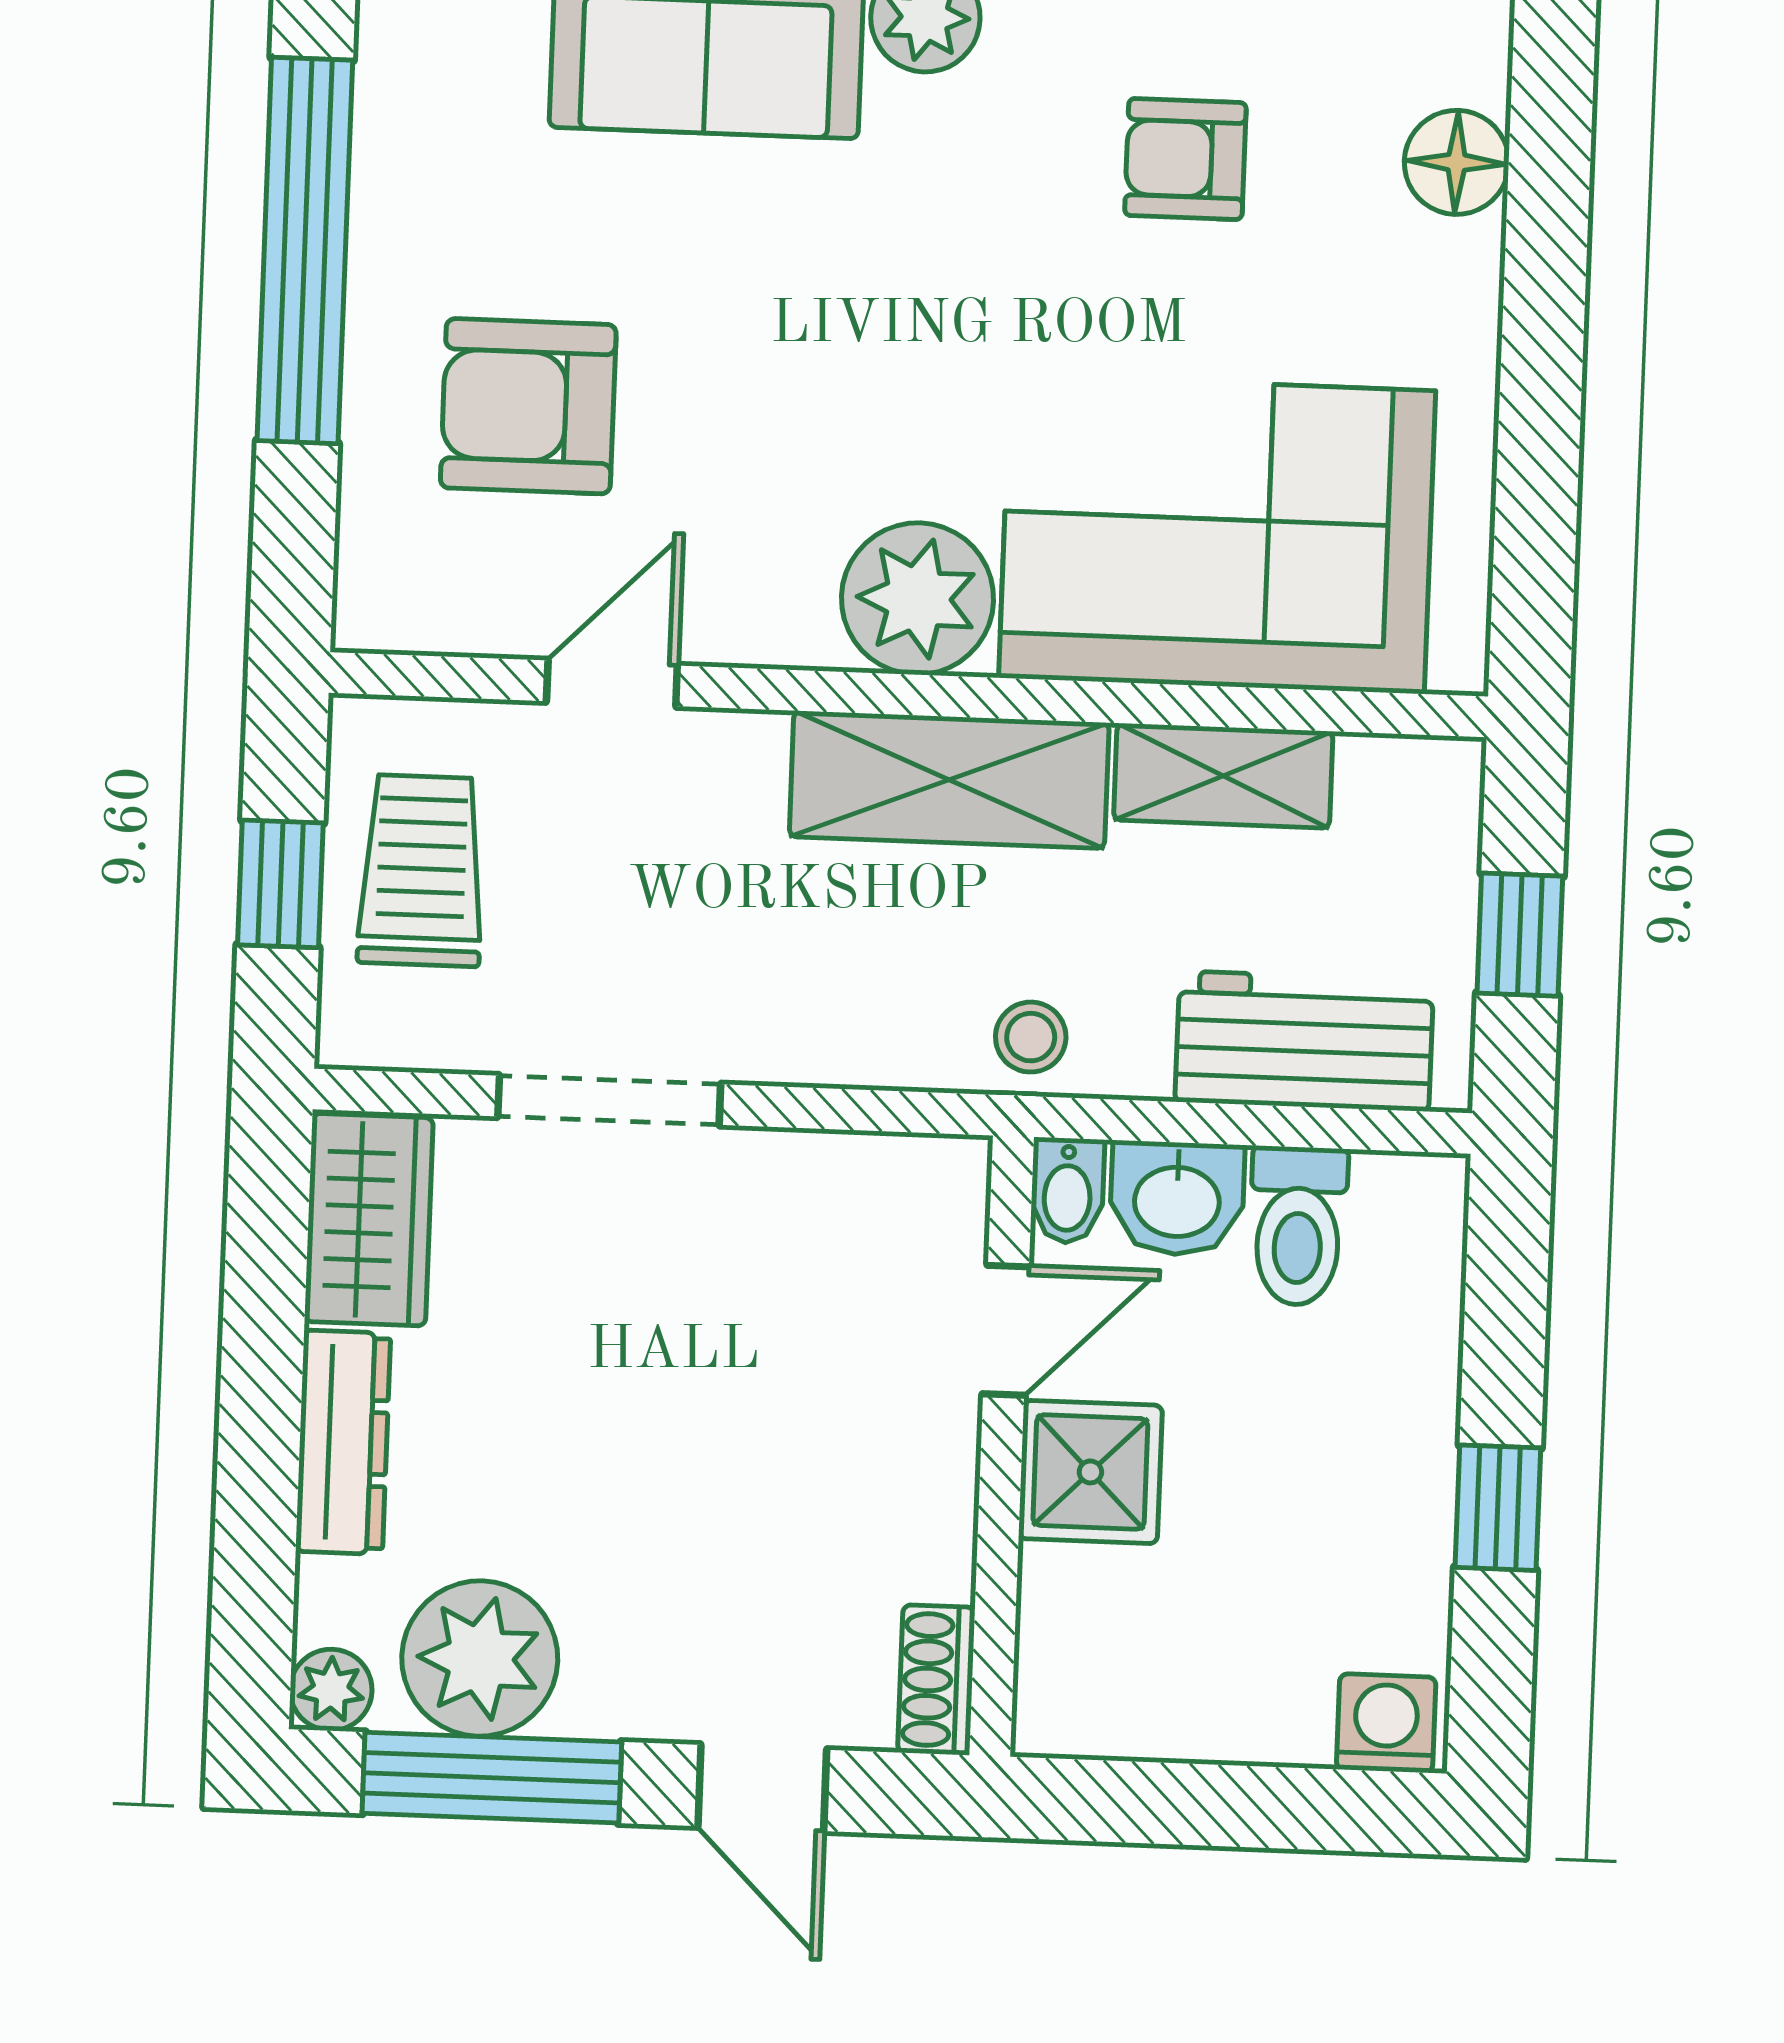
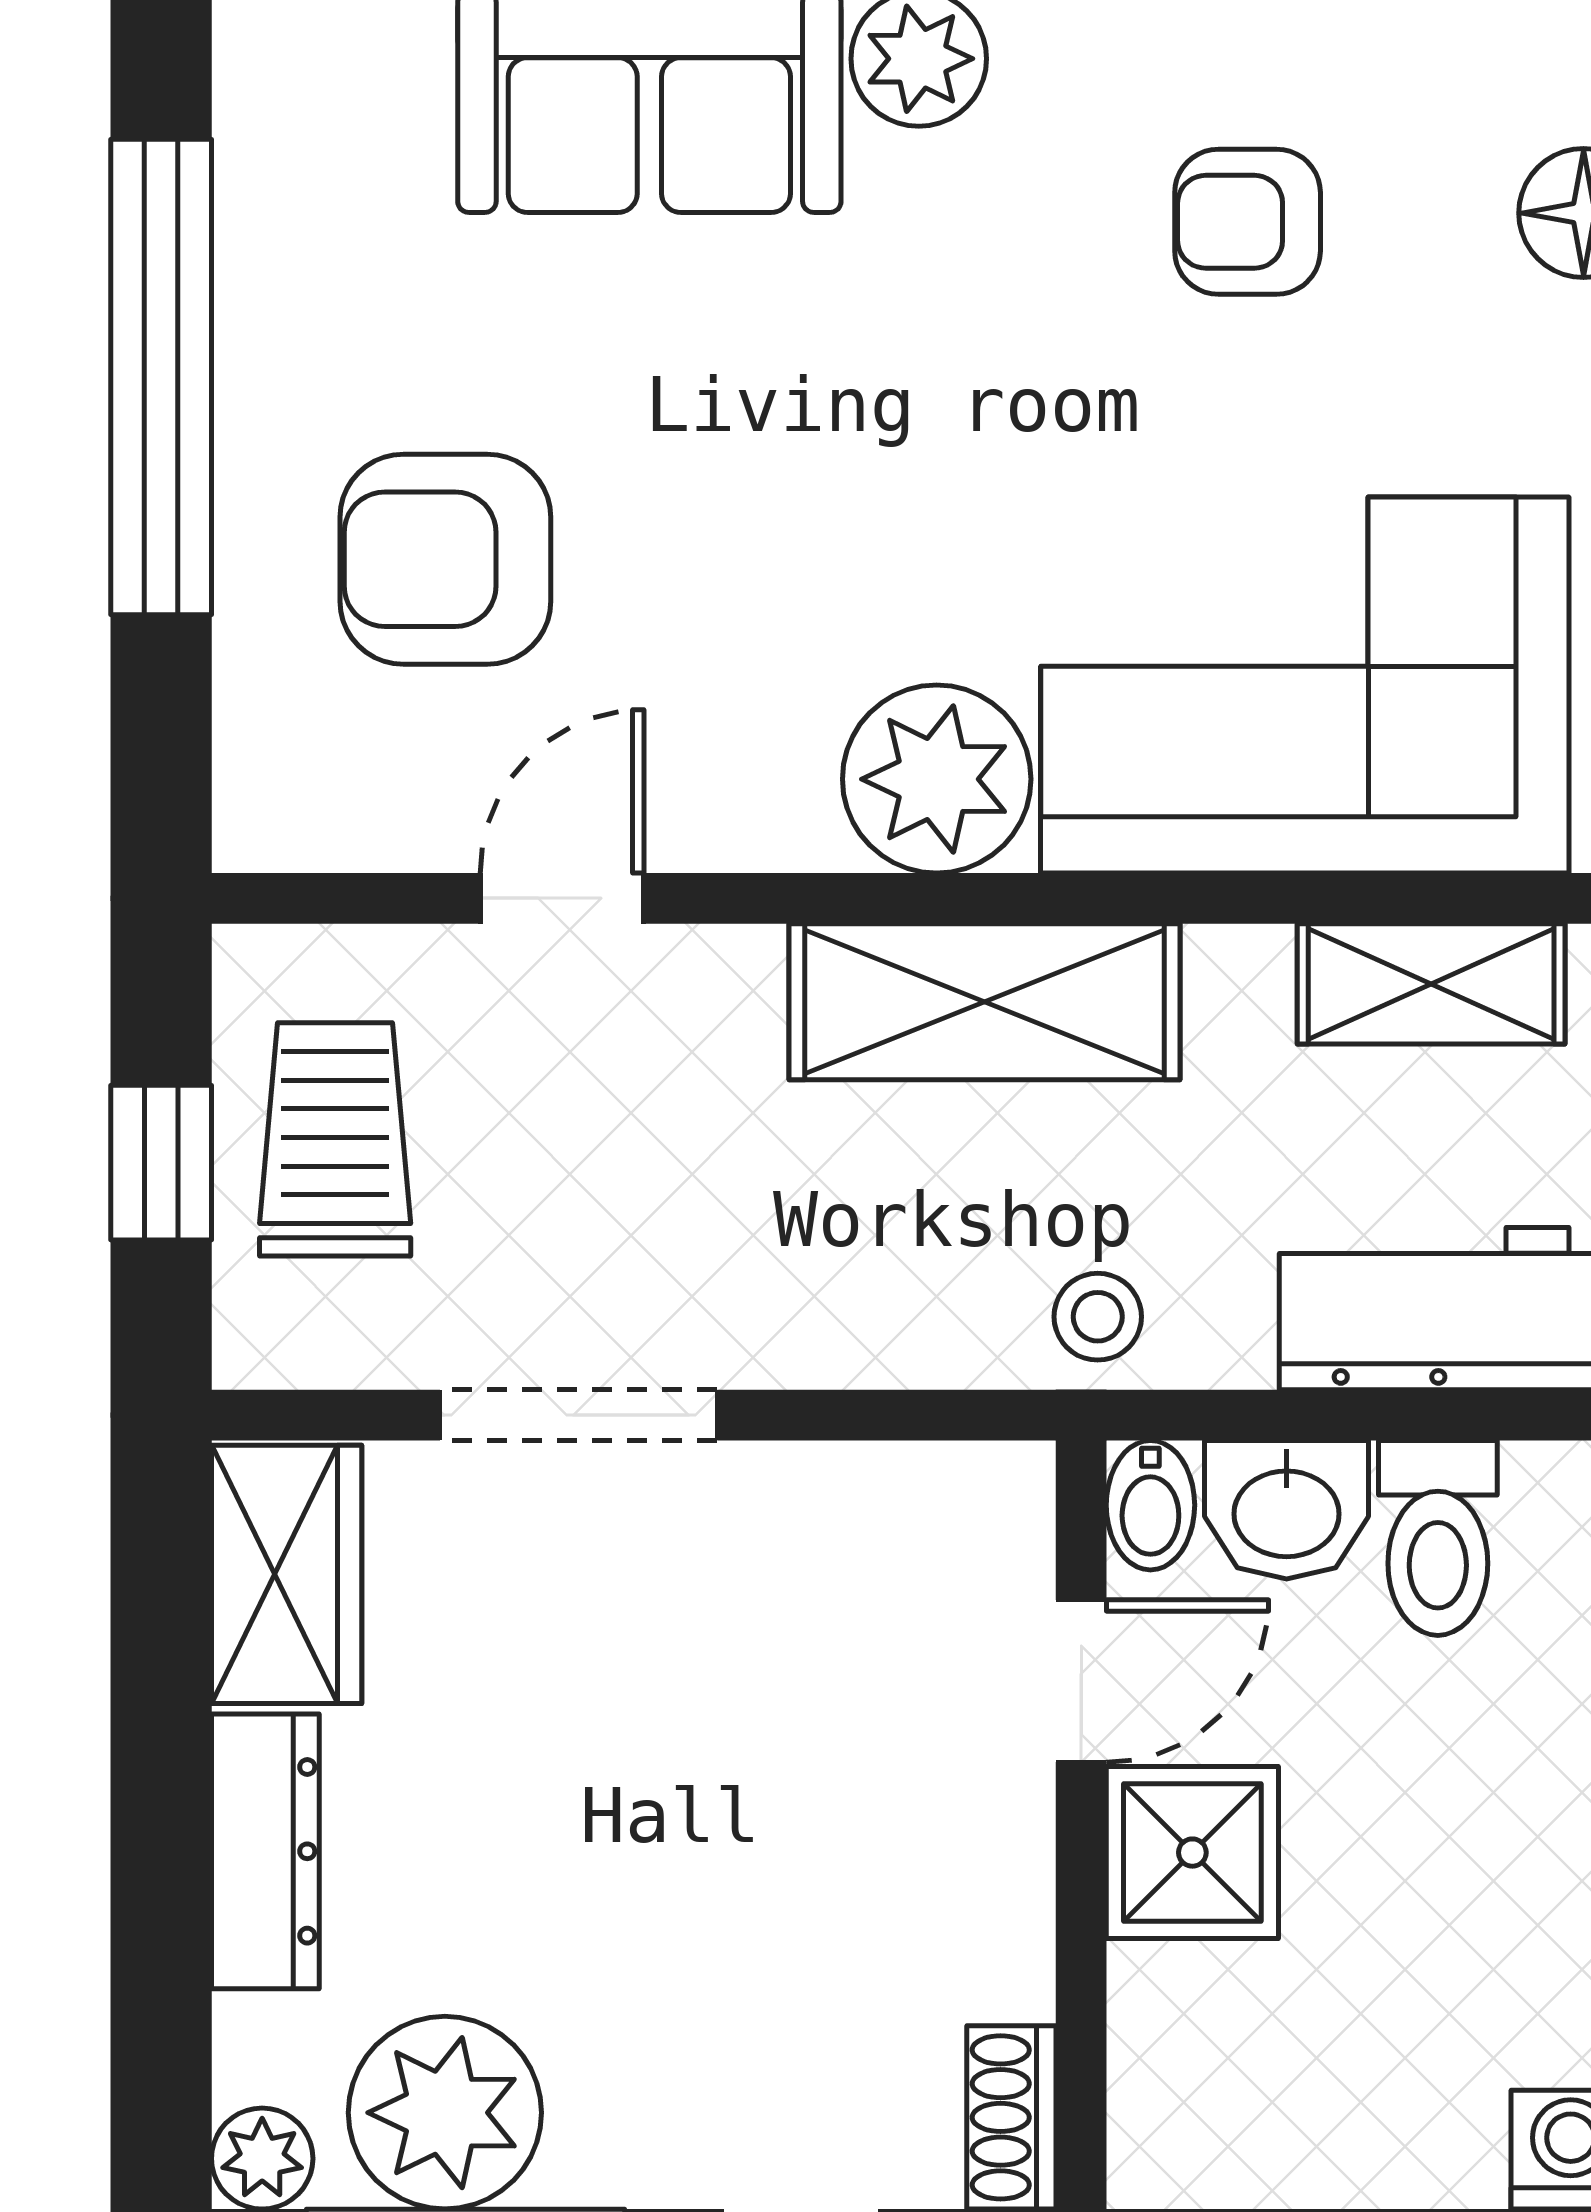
shelving: (1223, 776) -> (1431, 984), moved

